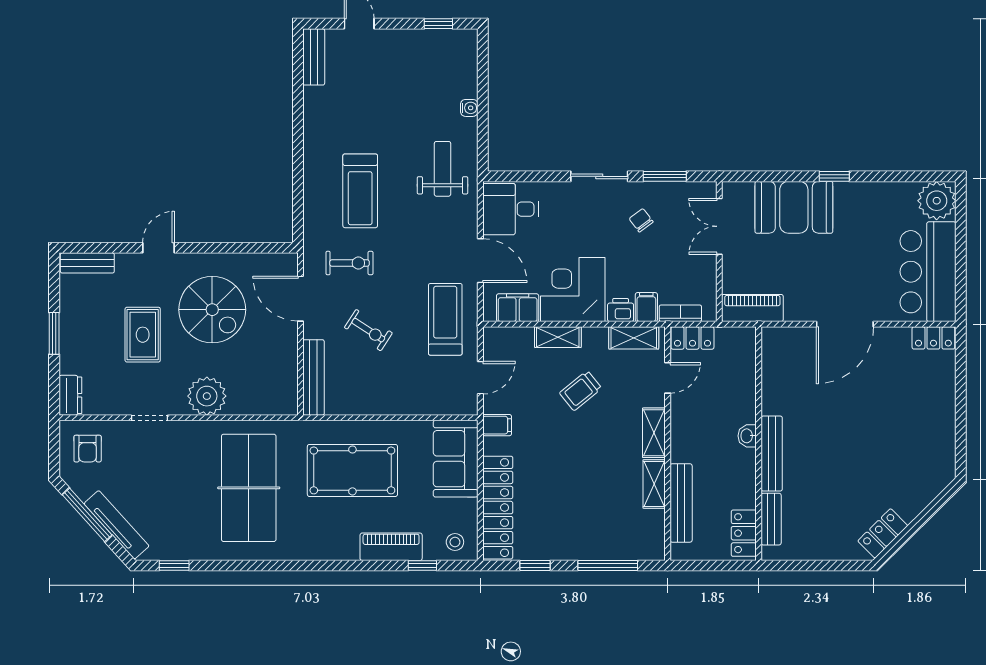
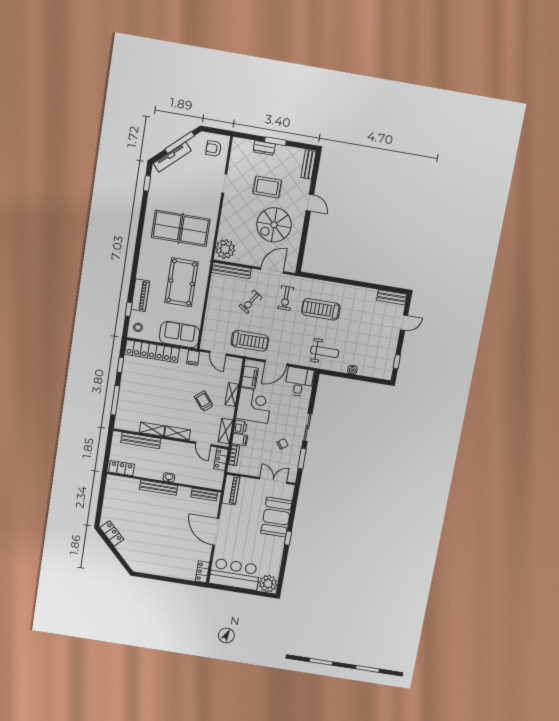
dresser: (70, 395) -> (264, 148), moved
plant: (207, 396) -> (225, 249), moved
bench: (771, 519) -> (204, 495), moved

